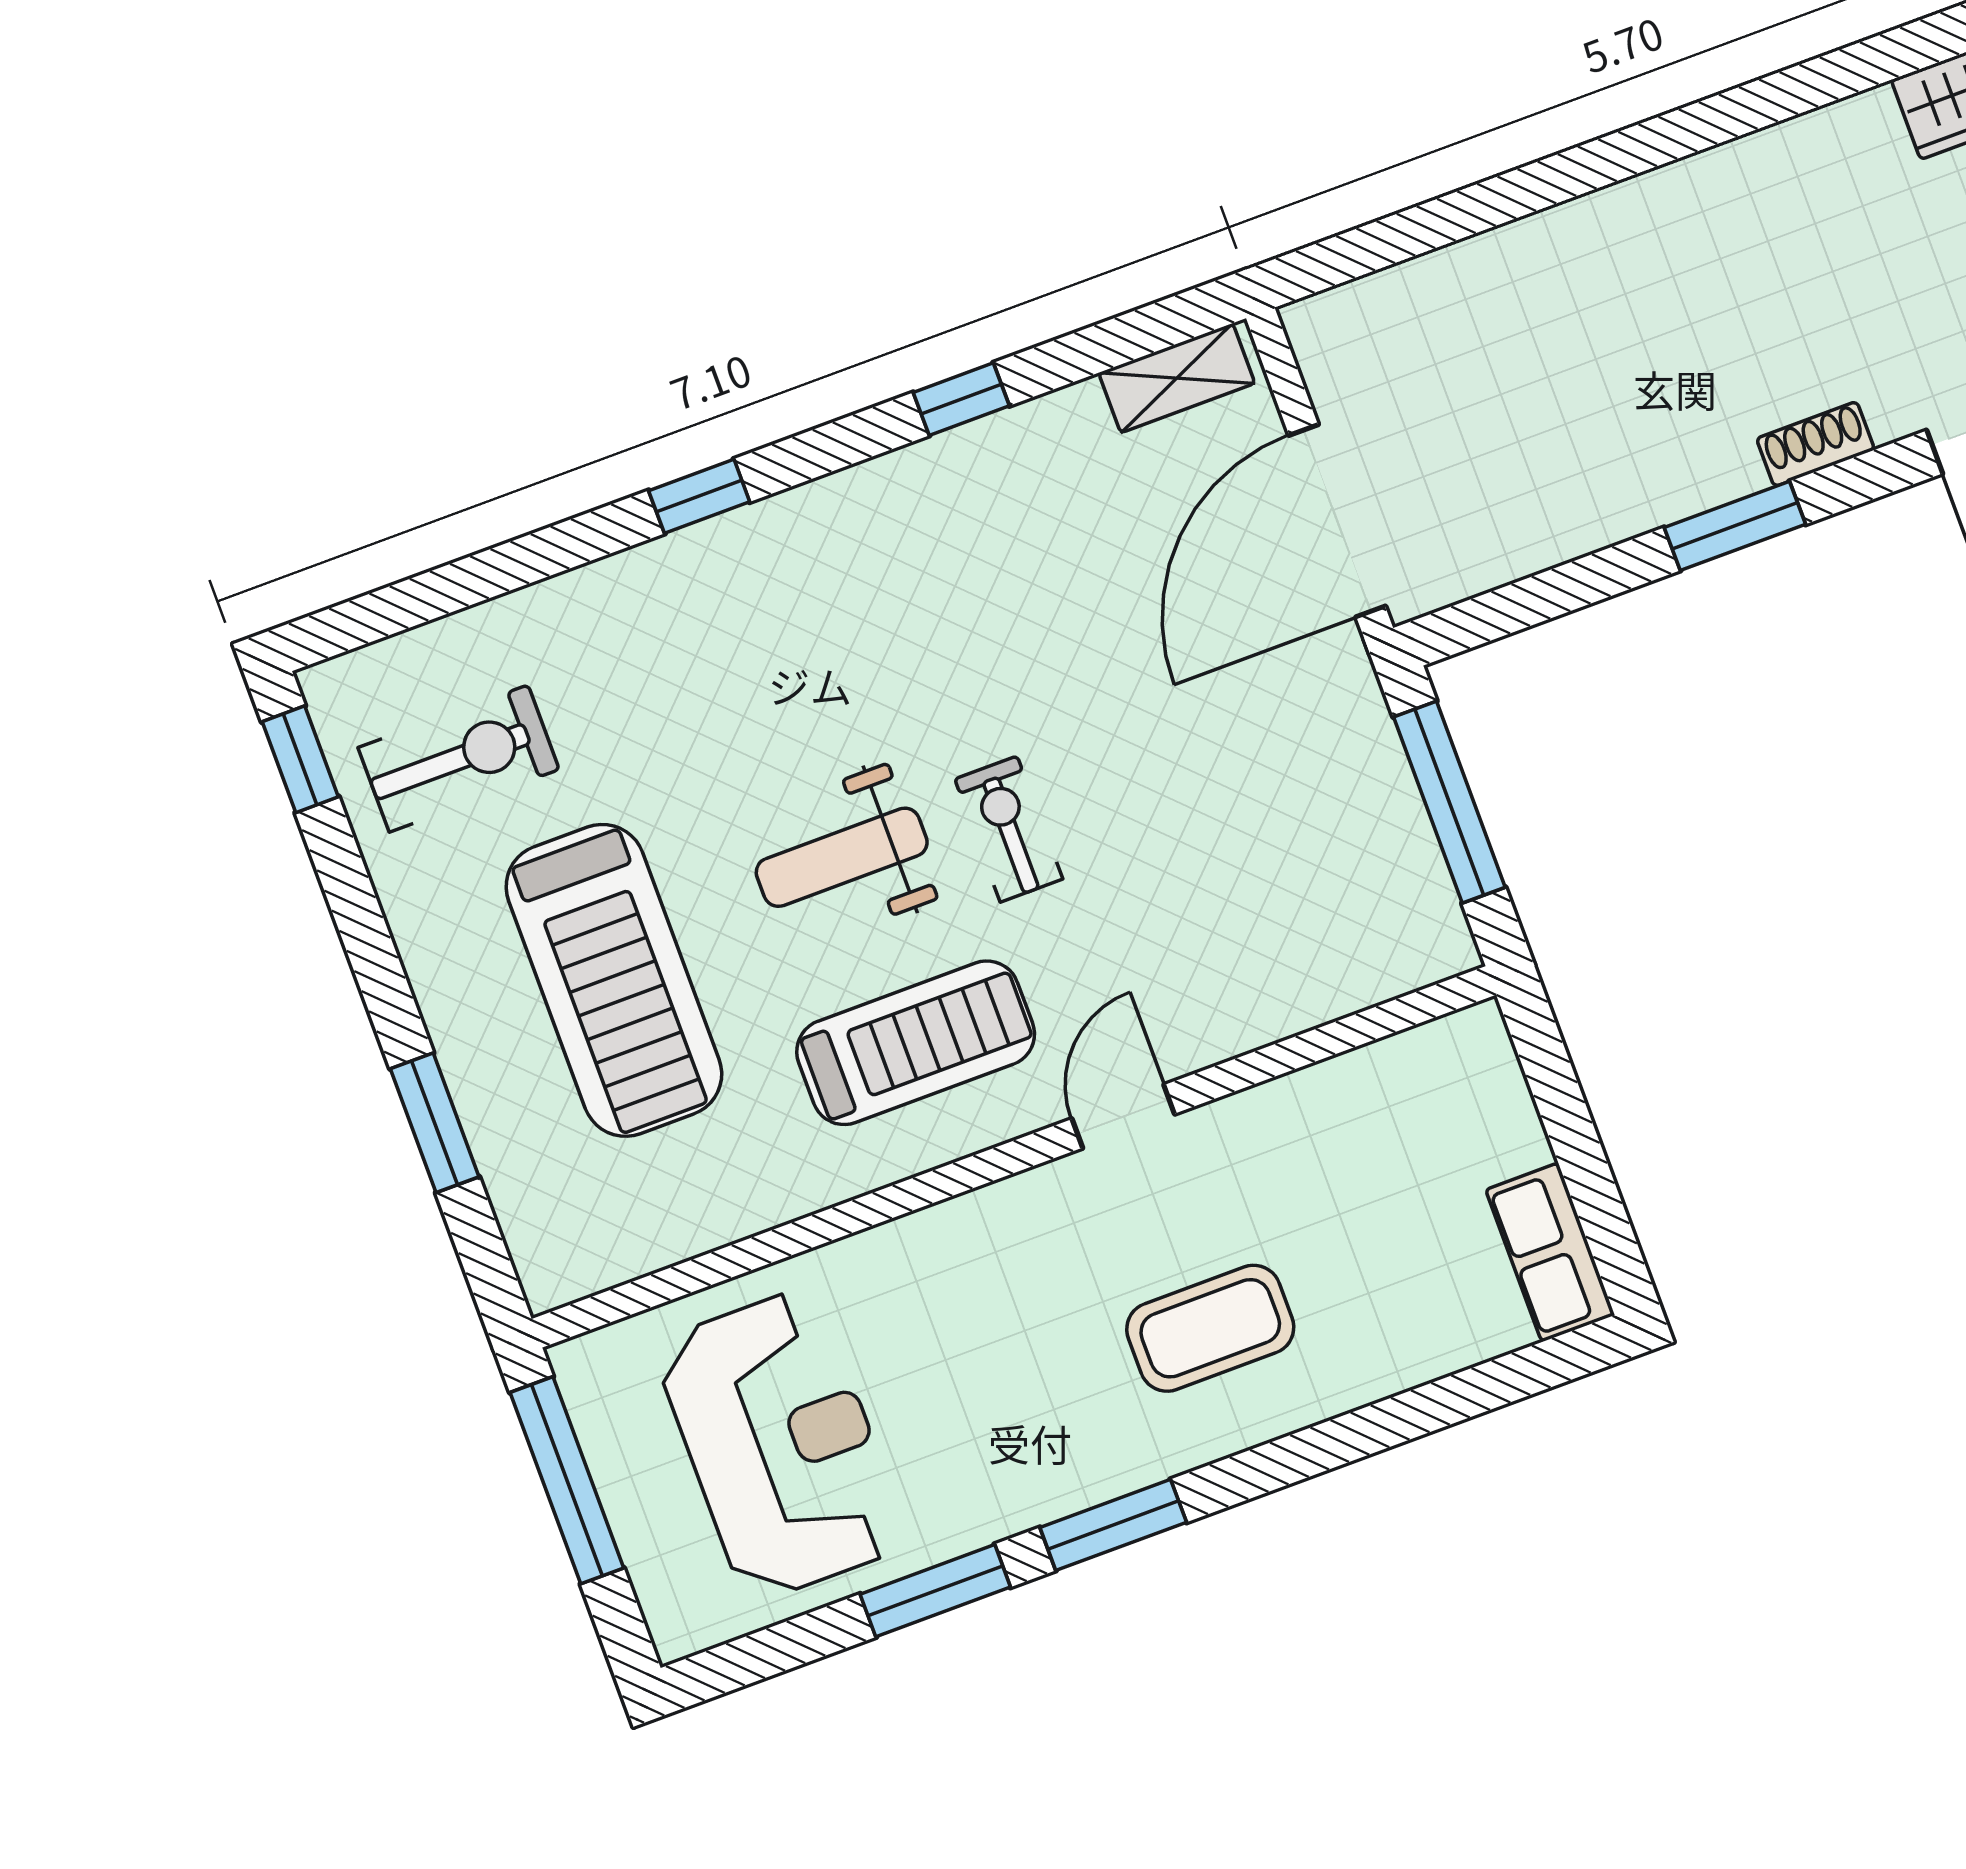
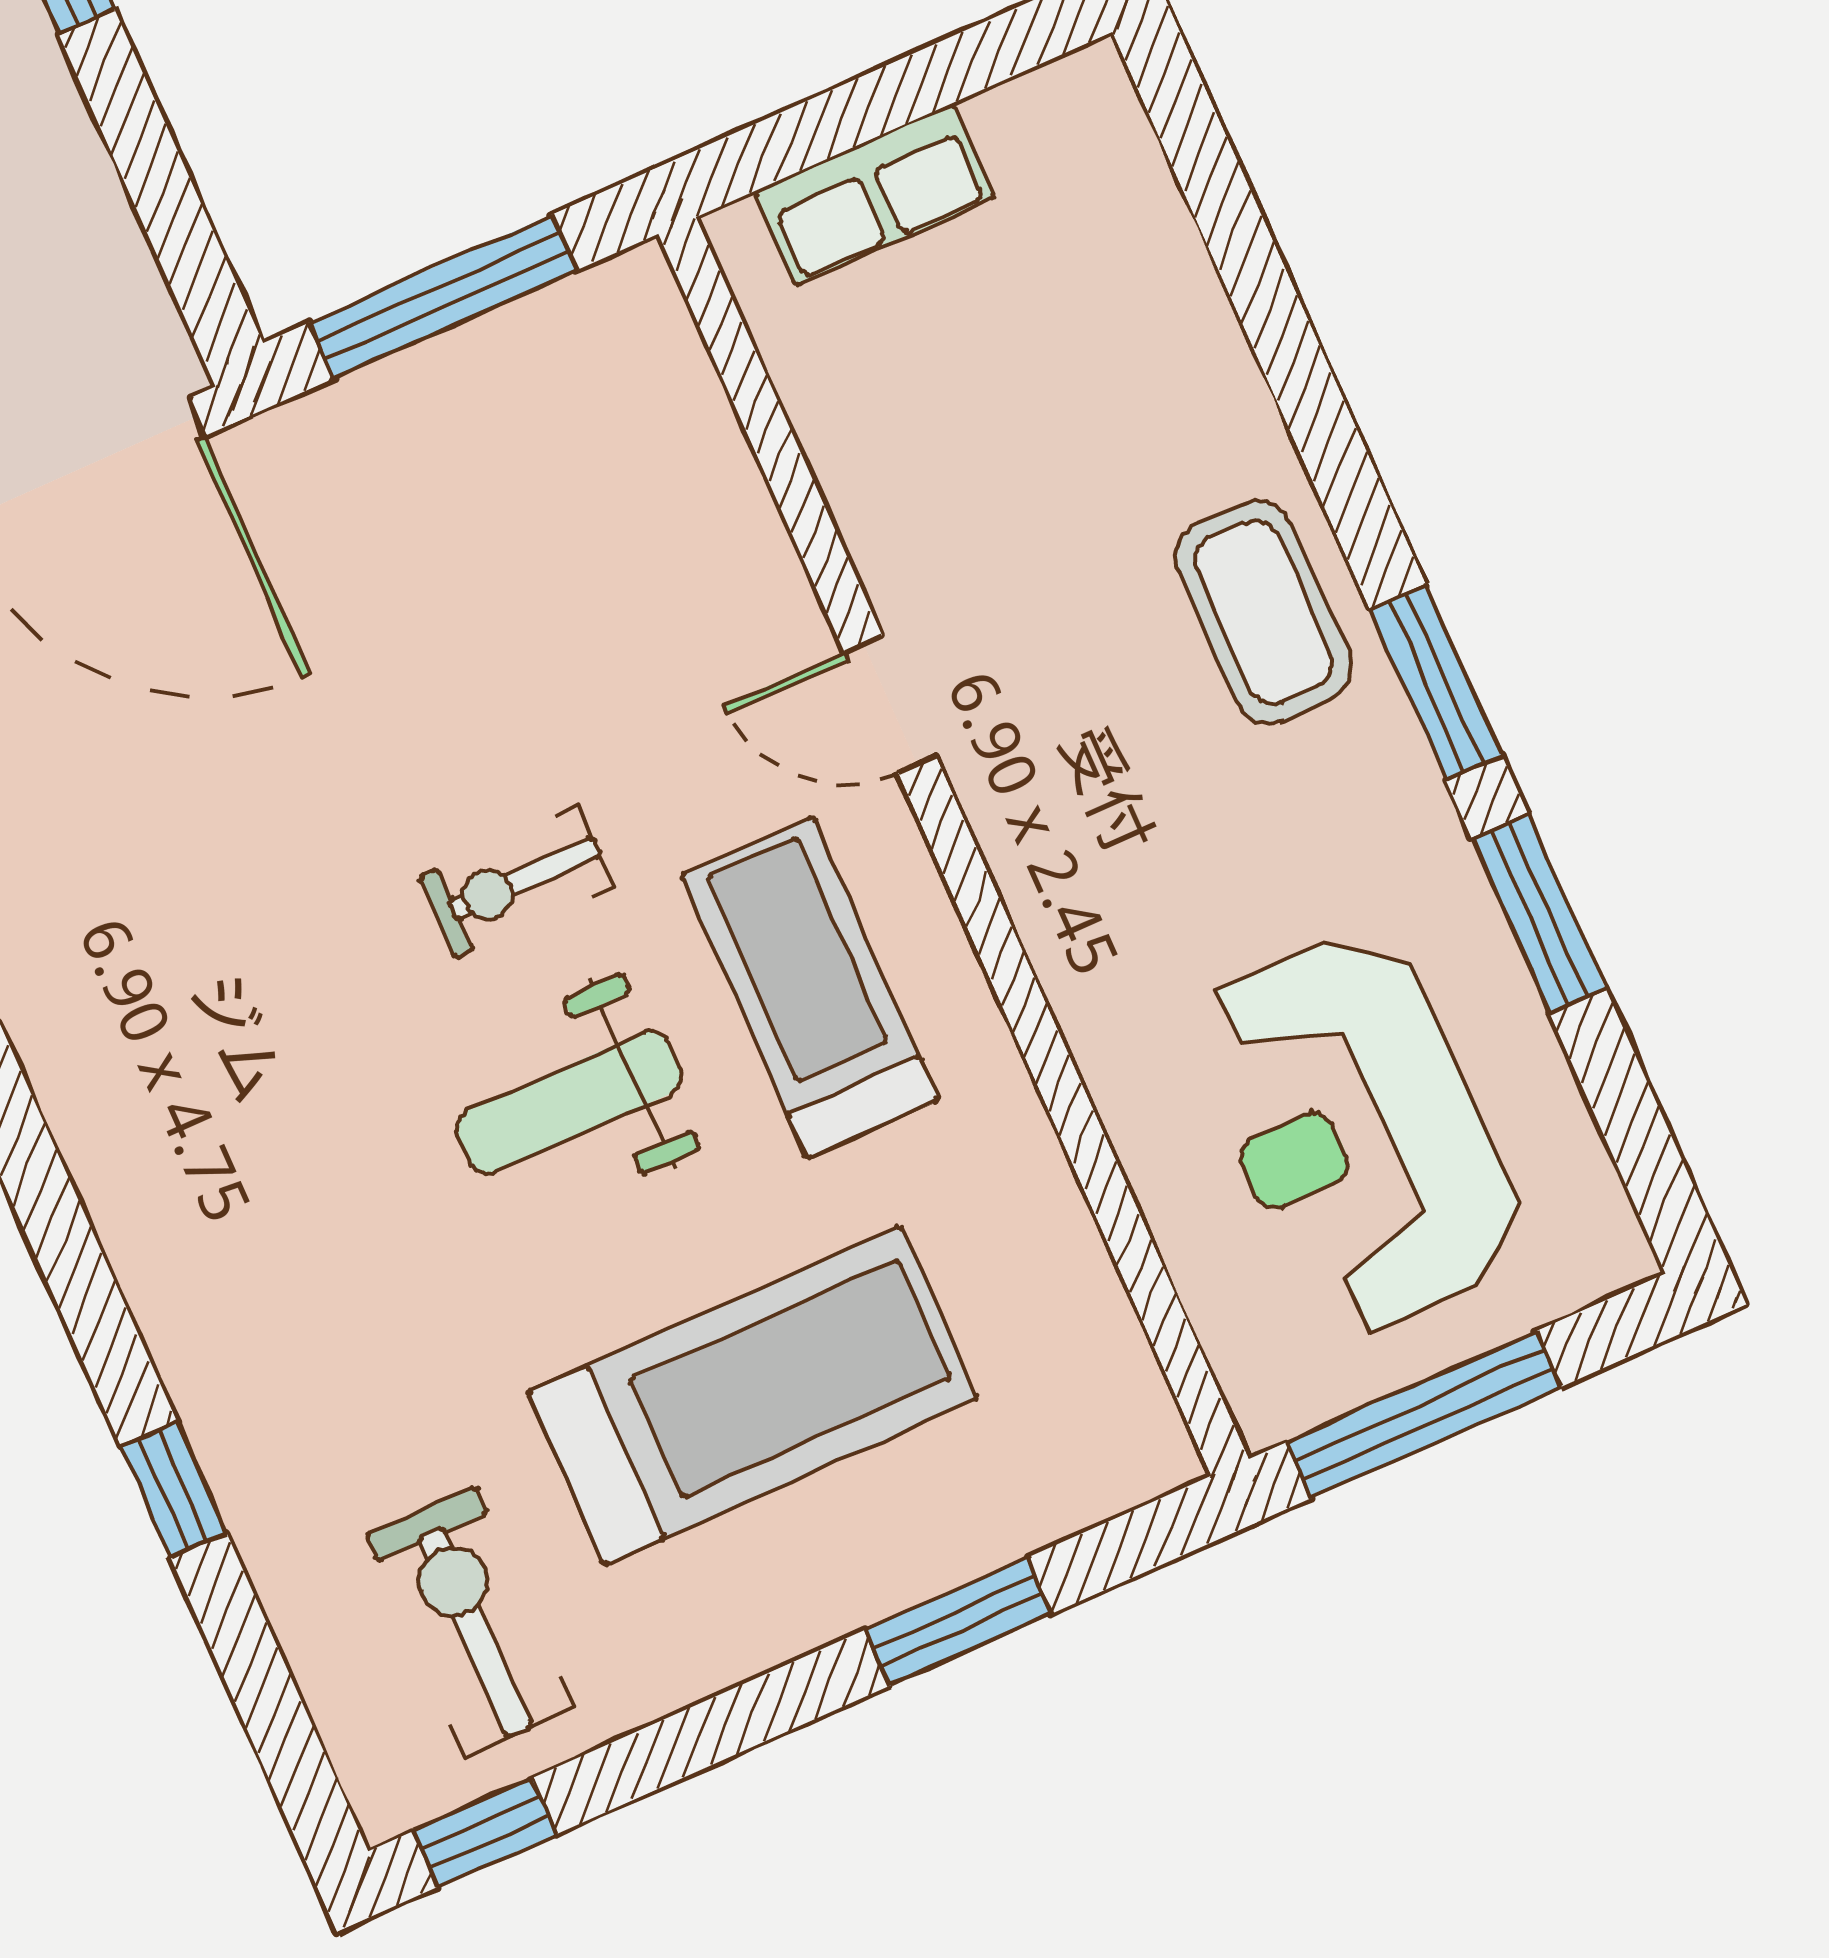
window: (699, 496) -> (174, 1489), moved
weight bench: (842, 857) -> (569, 1102), turned 90
row of seats: (1550, 1252) -> (875, 194), moved
coffee table: (1210, 1328) -> (1263, 612), moved
reception desk: (781, 1445) -> (1357, 1133), turned -90

